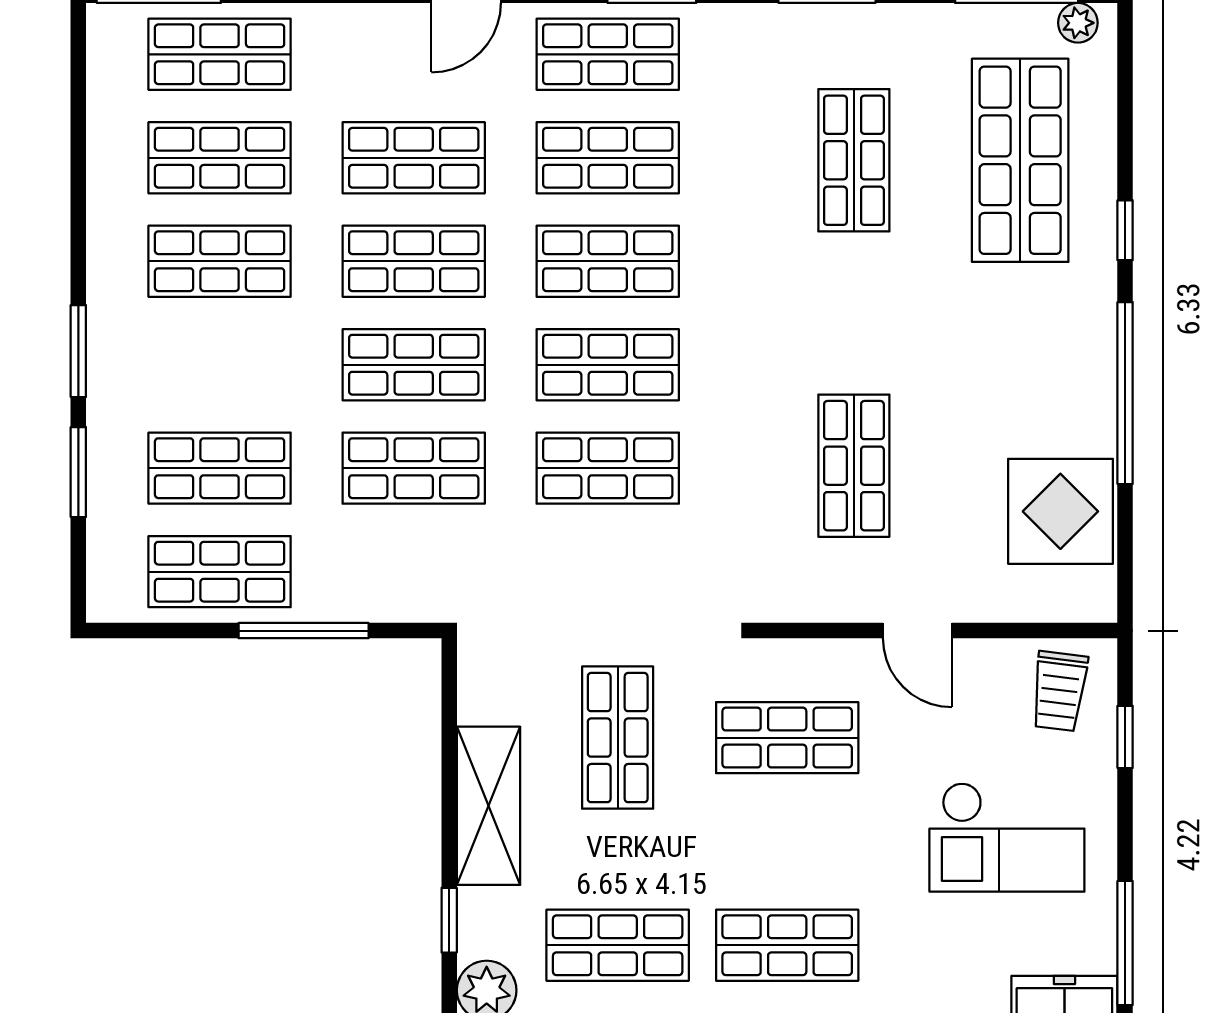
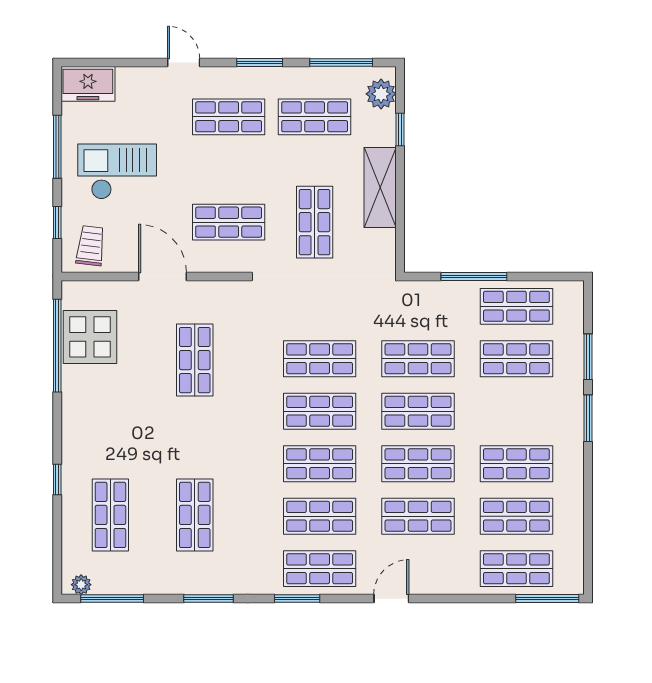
shop shelf: (1020, 160) -> (110, 515), width x0.70, depth x0.74
window: (1125, 393) -> (57, 346), moved
door: (917, 631) -> (163, 276), width x1.38
window: (1125, 943) -> (57, 147), moved

